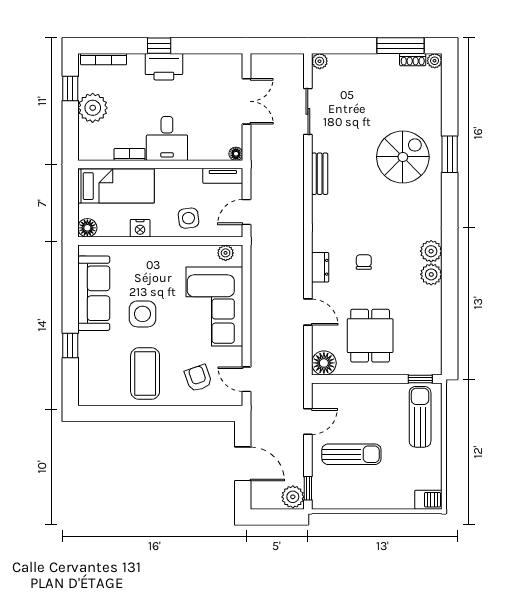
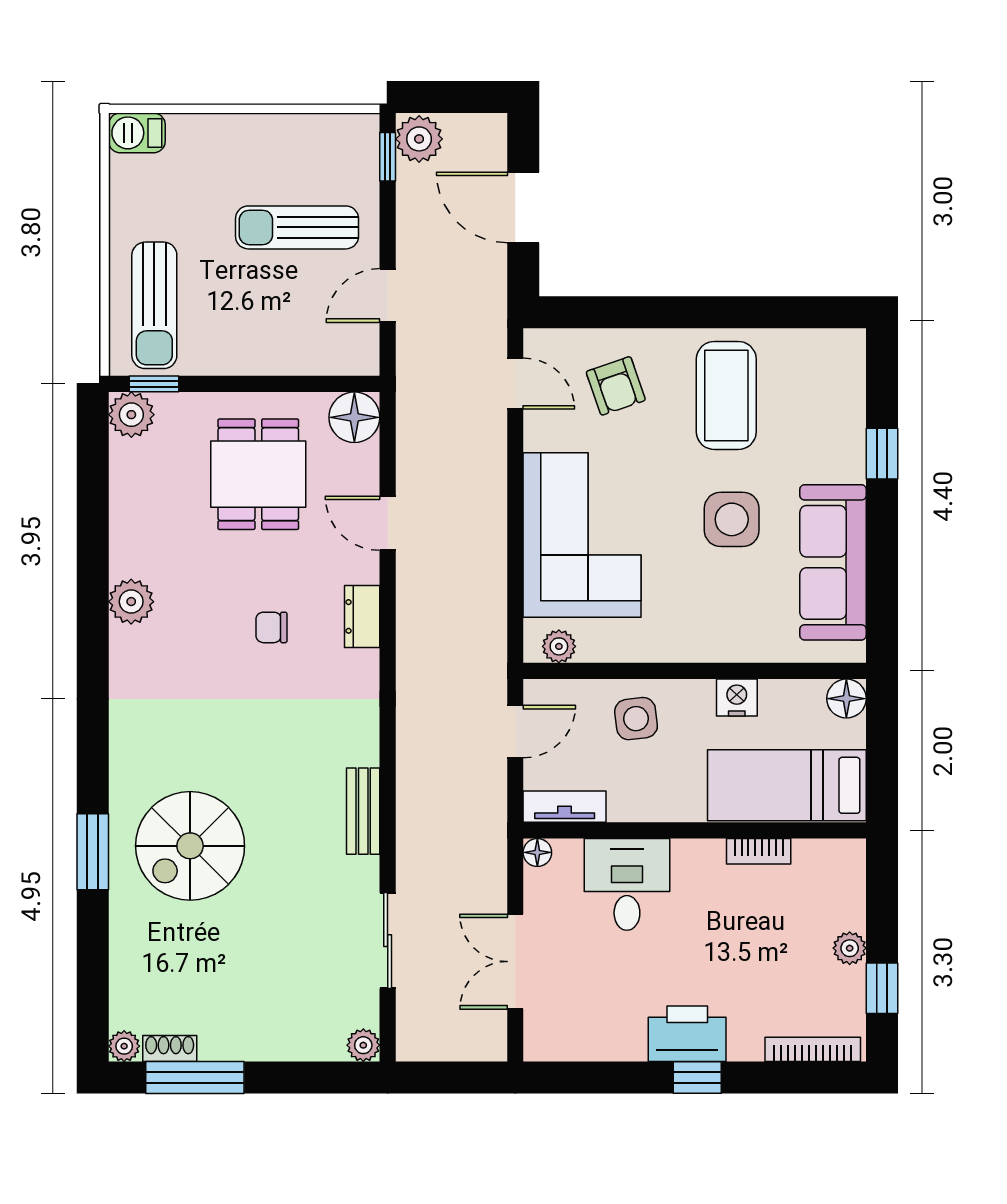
plant: (93, 108) -> (850, 948), width x0.53, depth x0.53
desk: (167, 138) -> (627, 884), moved
plant: (431, 251) -> (131, 415), moved
chair: (364, 262) -> (271, 627), turned 90

